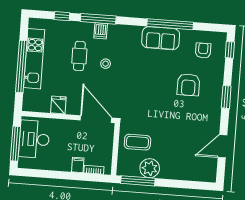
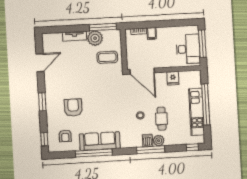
window: (62, 16) -> (192, 147), moved
plant: (87, 29) -> (159, 141), added
sofa: (161, 38) -> (100, 141), width x1.36
tv unit: (175, 174) -> (75, 36), added

